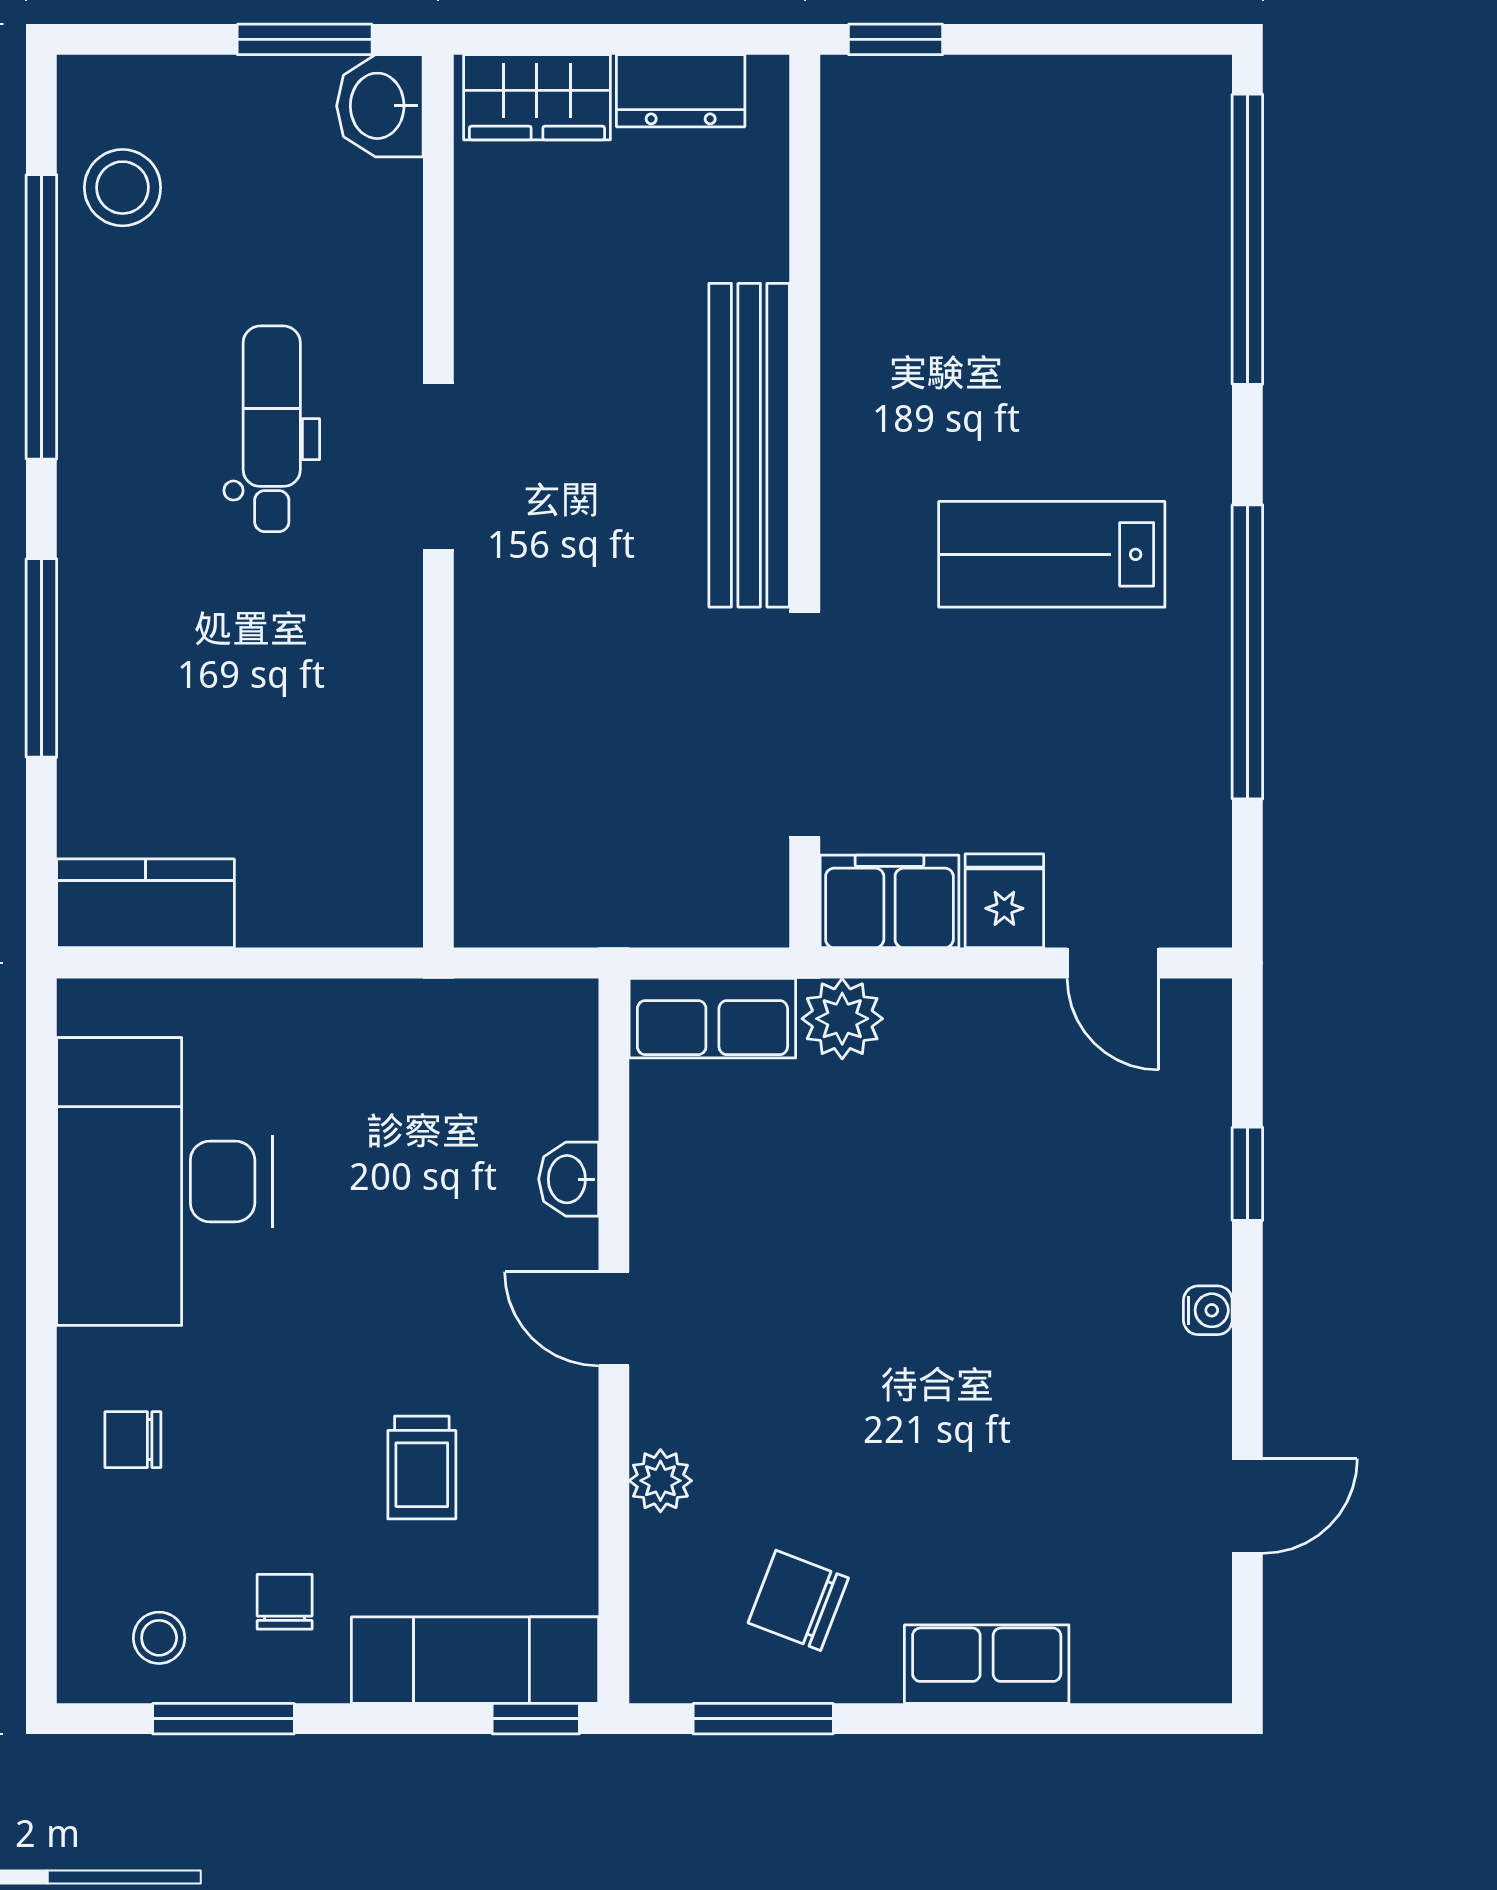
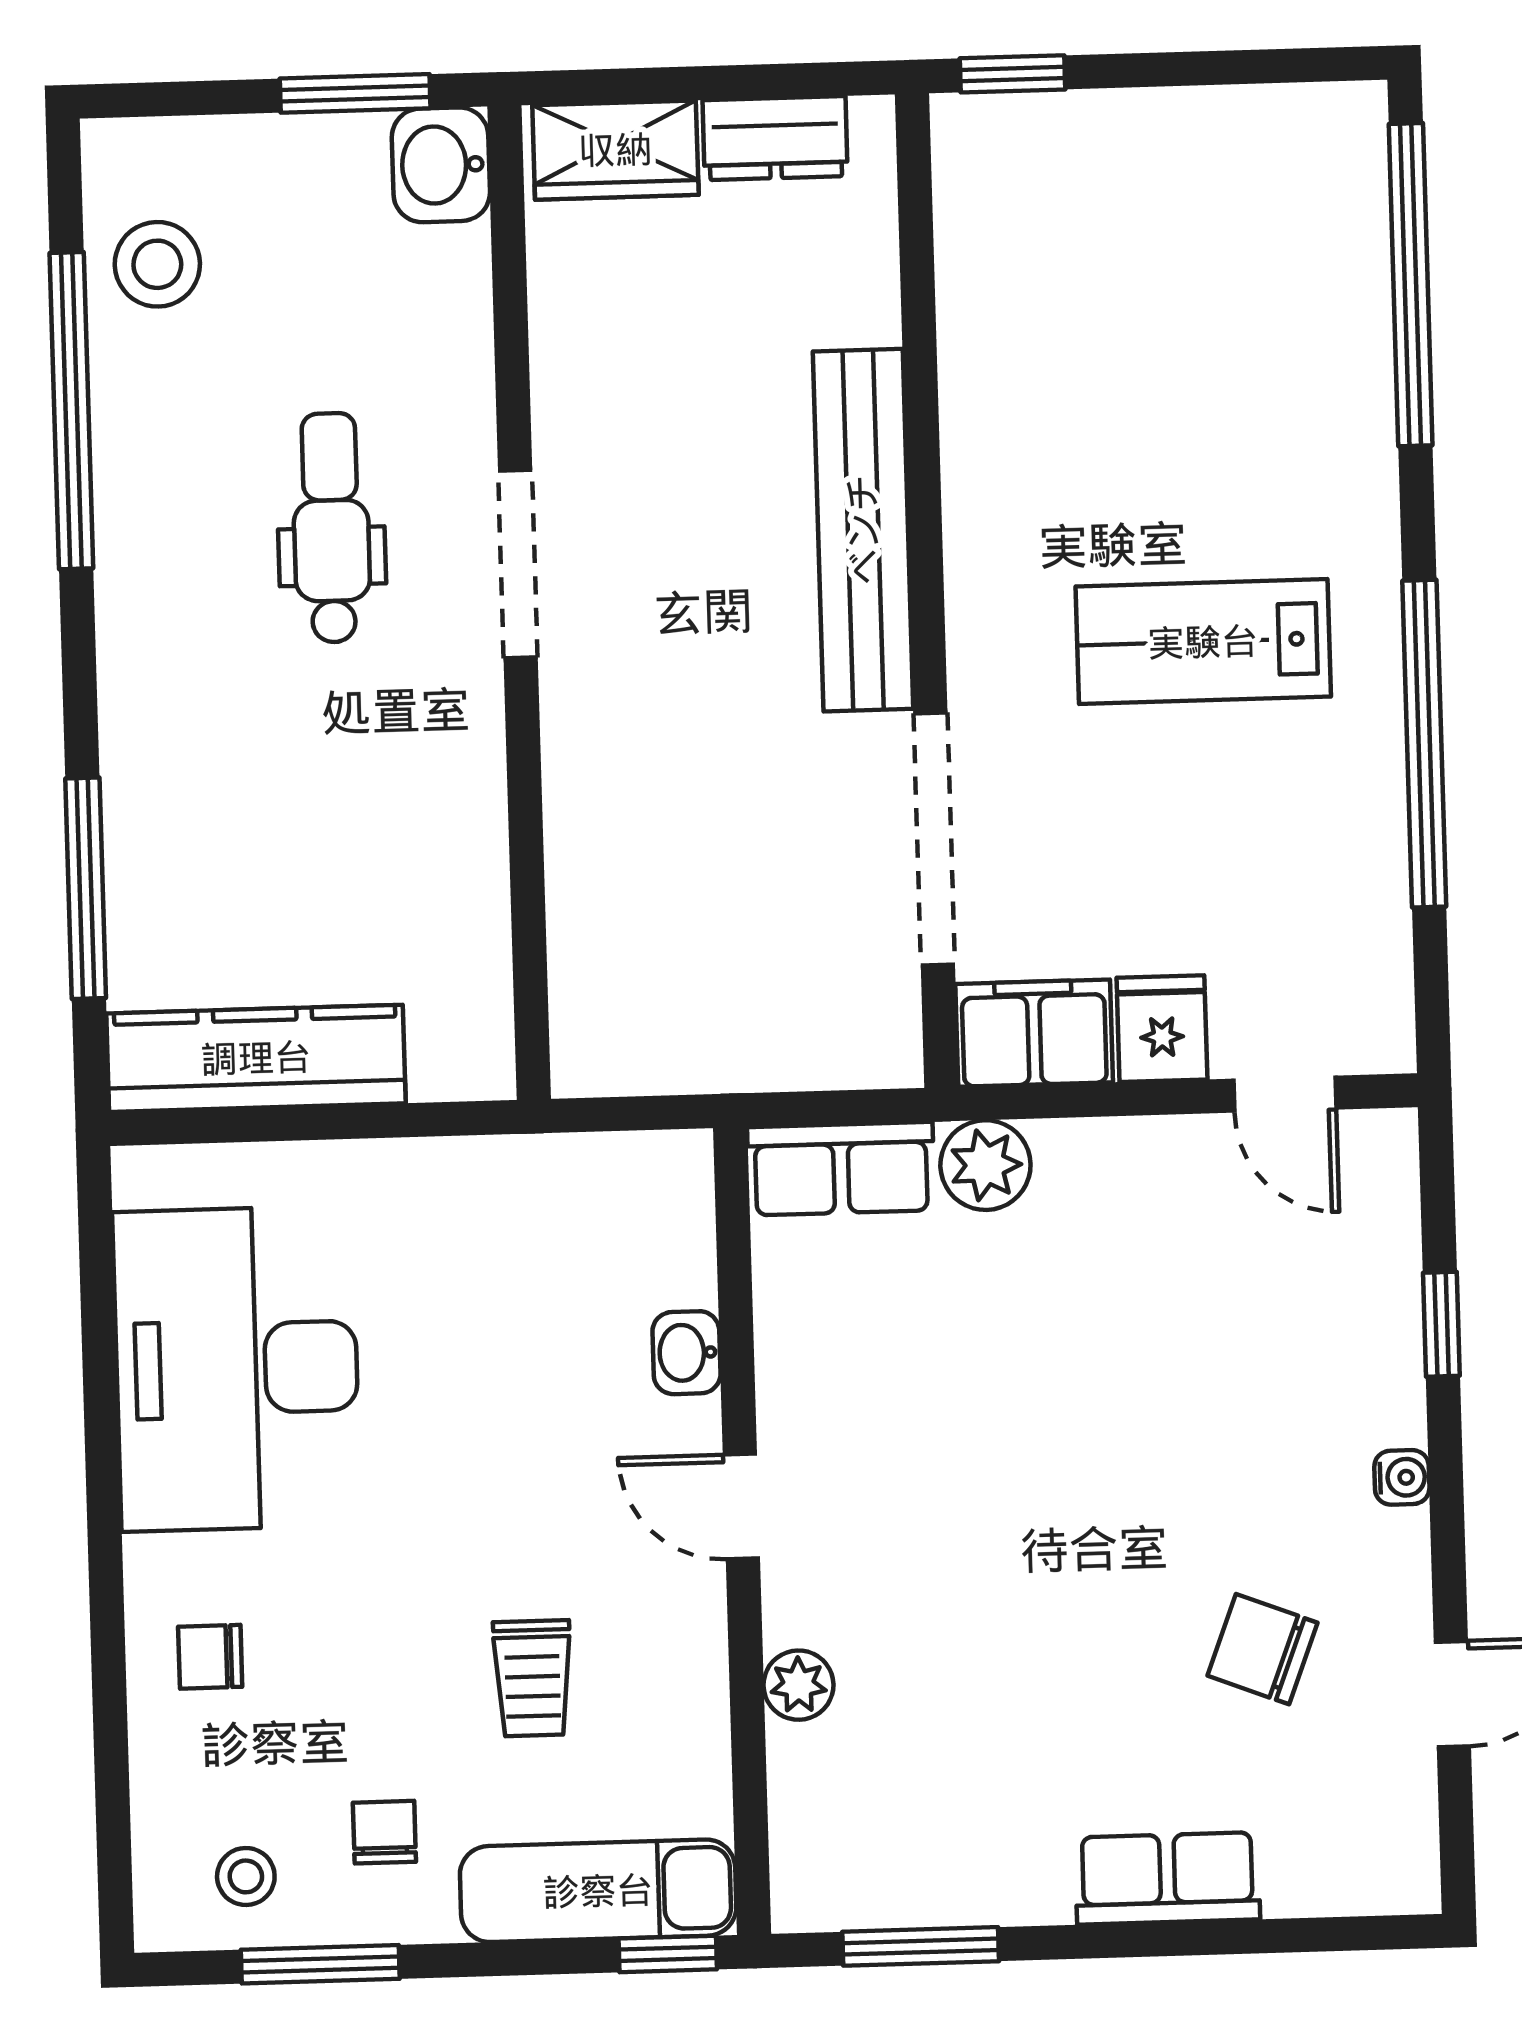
window: (41, 658) -> (86, 888), moved
kitchen counter: (146, 903) -> (256, 1058), width x1.50
chair: (798, 1600) -> (1262, 1649), moved

